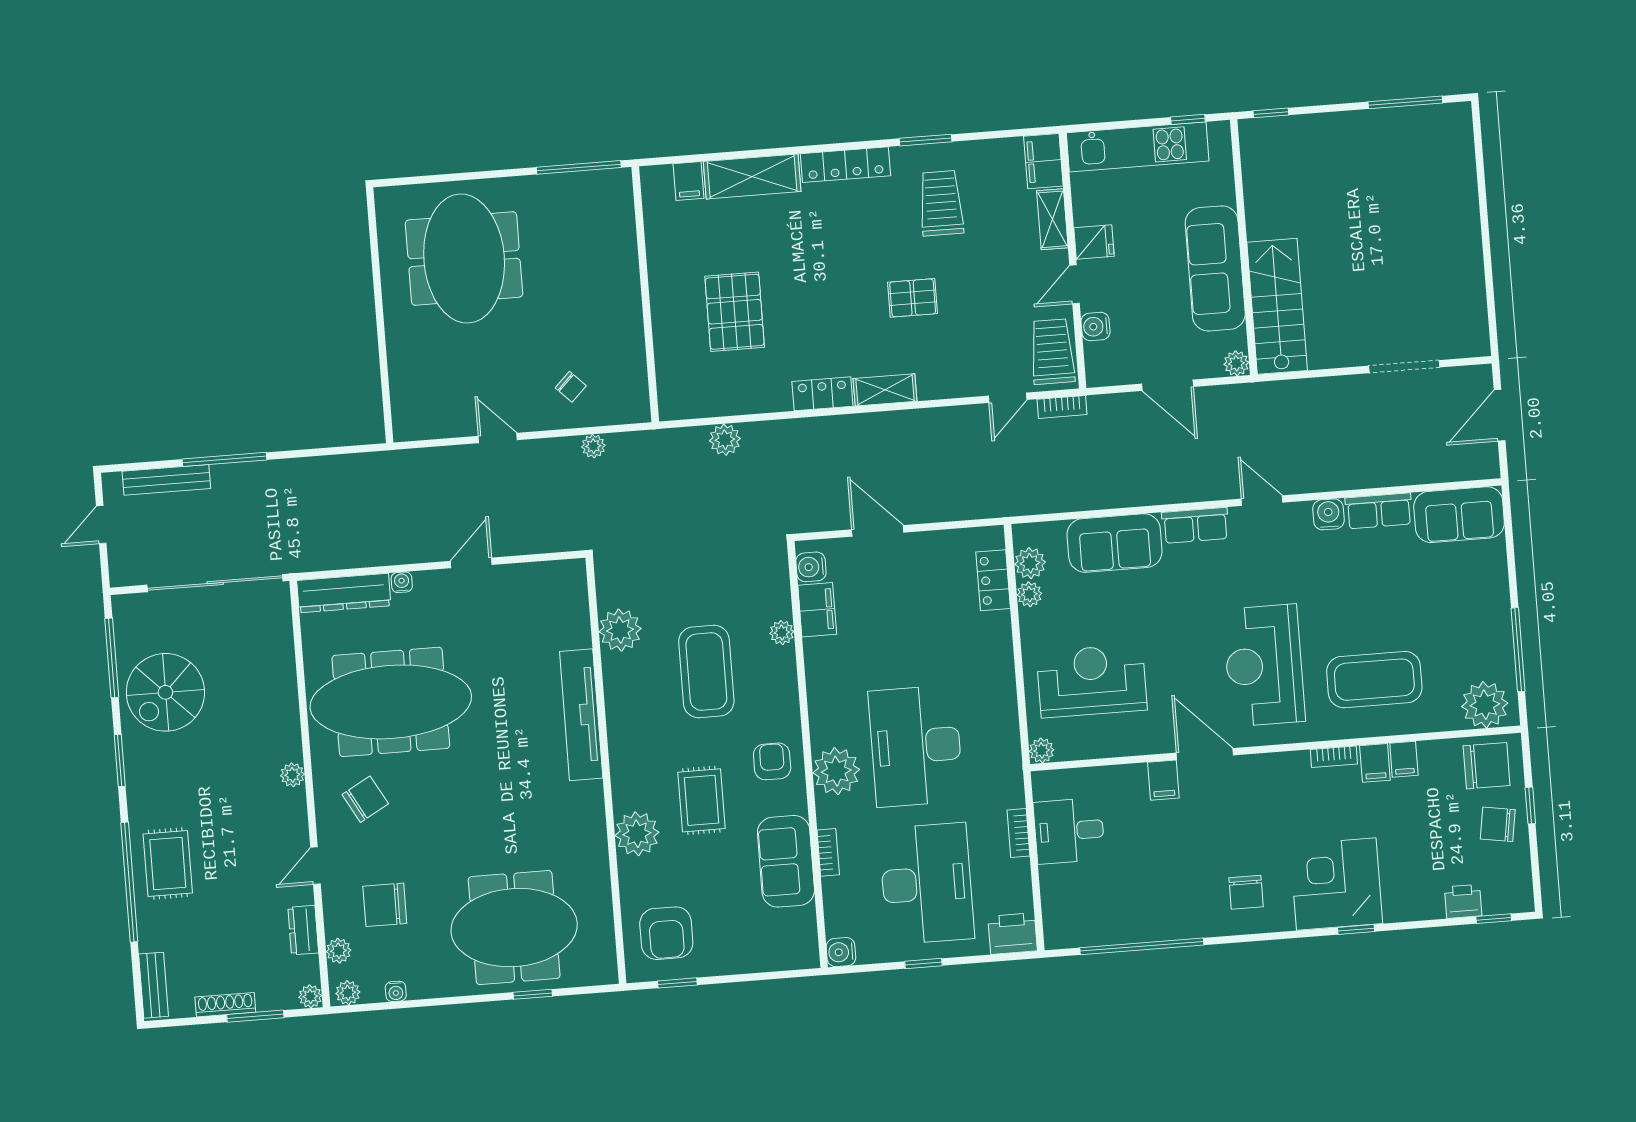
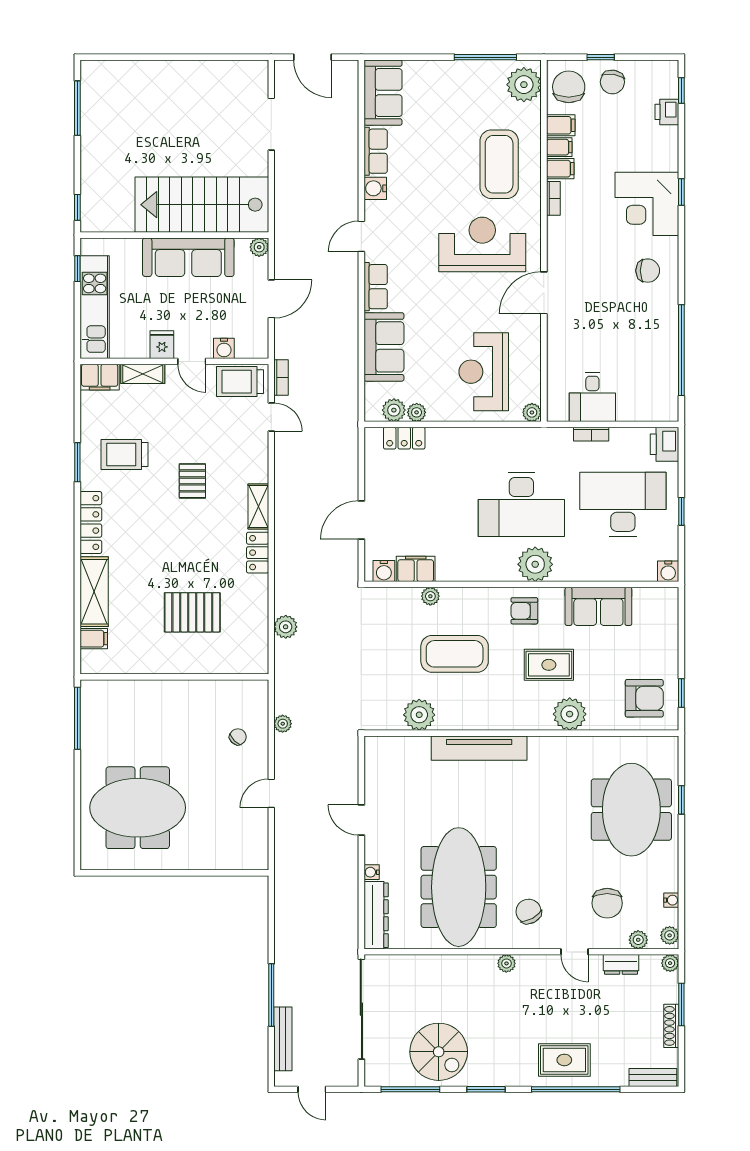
stairs: (1277, 306) -> (202, 205), width x1.36, depth x1.51
reception desk: (1264, 665) -> (482, 244), turned 180
filing cabinet: (1163, 780) -> (561, 125), moved
bookcase: (828, 852) -> (594, 575), removed

